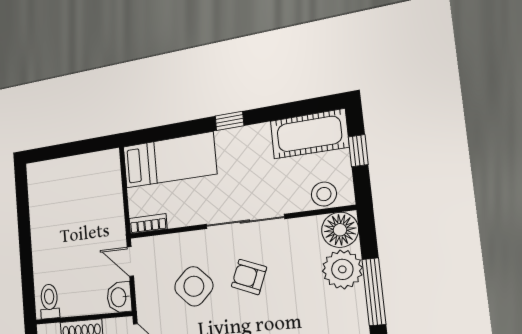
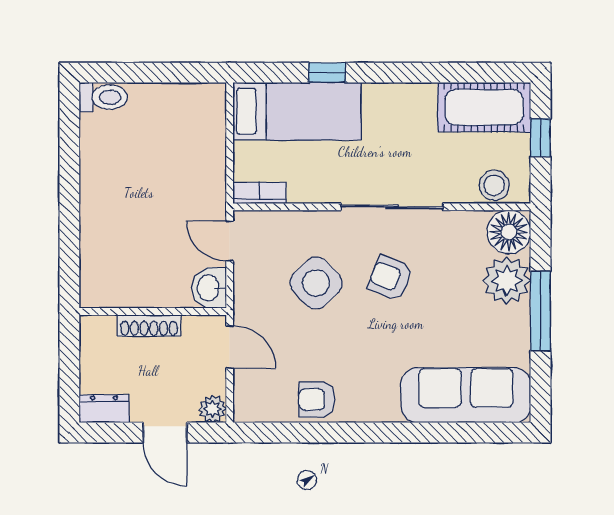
window: (229, 121) -> (327, 73), moved
toilet: (49, 301) -> (103, 97), moved, turned 90

